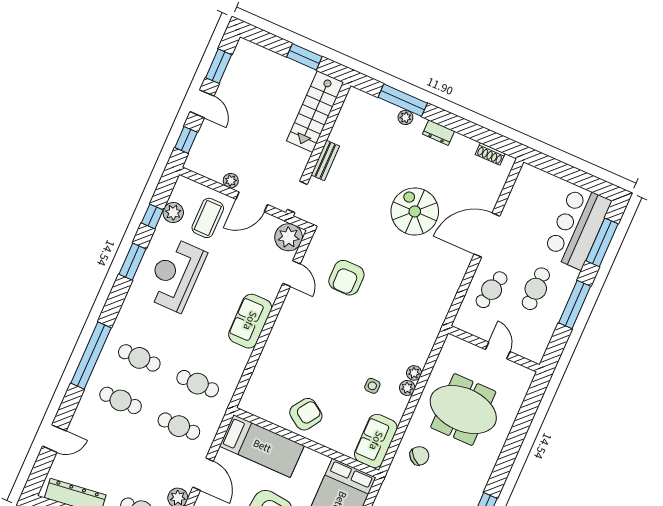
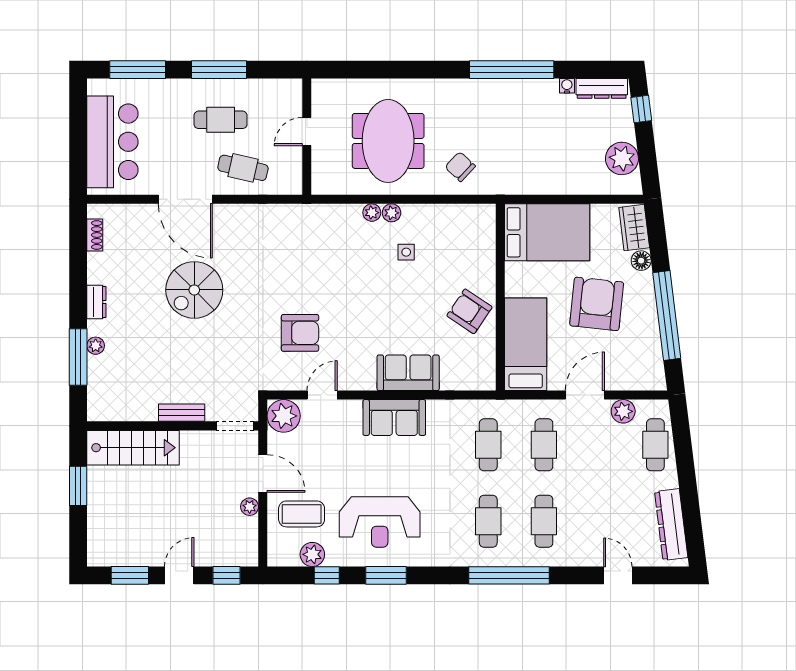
bar counter: (577, 227) -> (112, 142), moved, turned -90
sofa: (376, 441) -> (408, 373), moved, turned 180

